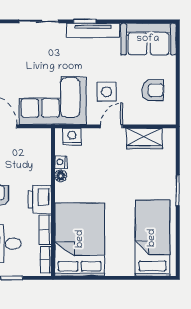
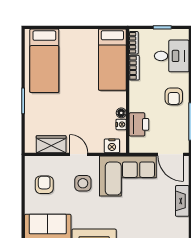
armchair: (153, 90) -> (44, 185), turned 90
door: (111, 126) -> (79, 154), swing flipped
printer: (40, 199) -> (139, 124), moved
bed: (80, 239) -> (112, 60), width x0.67

